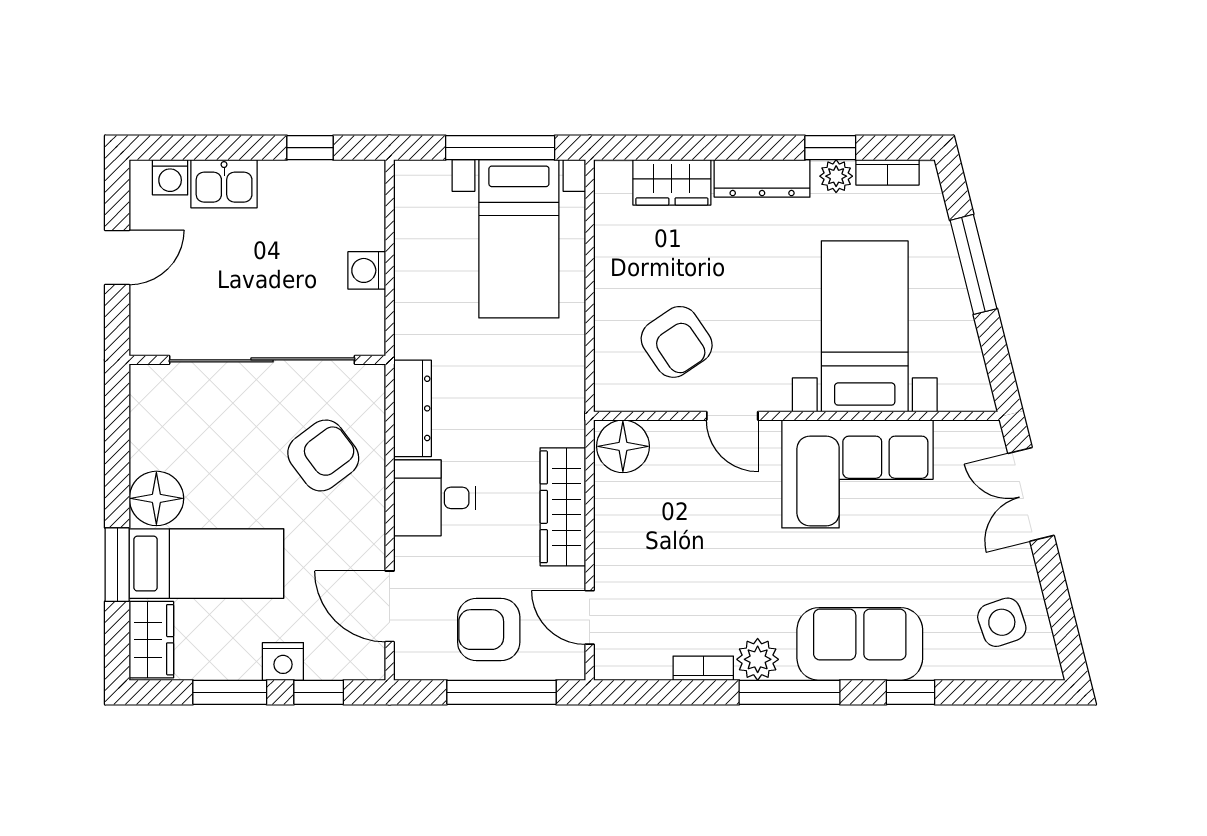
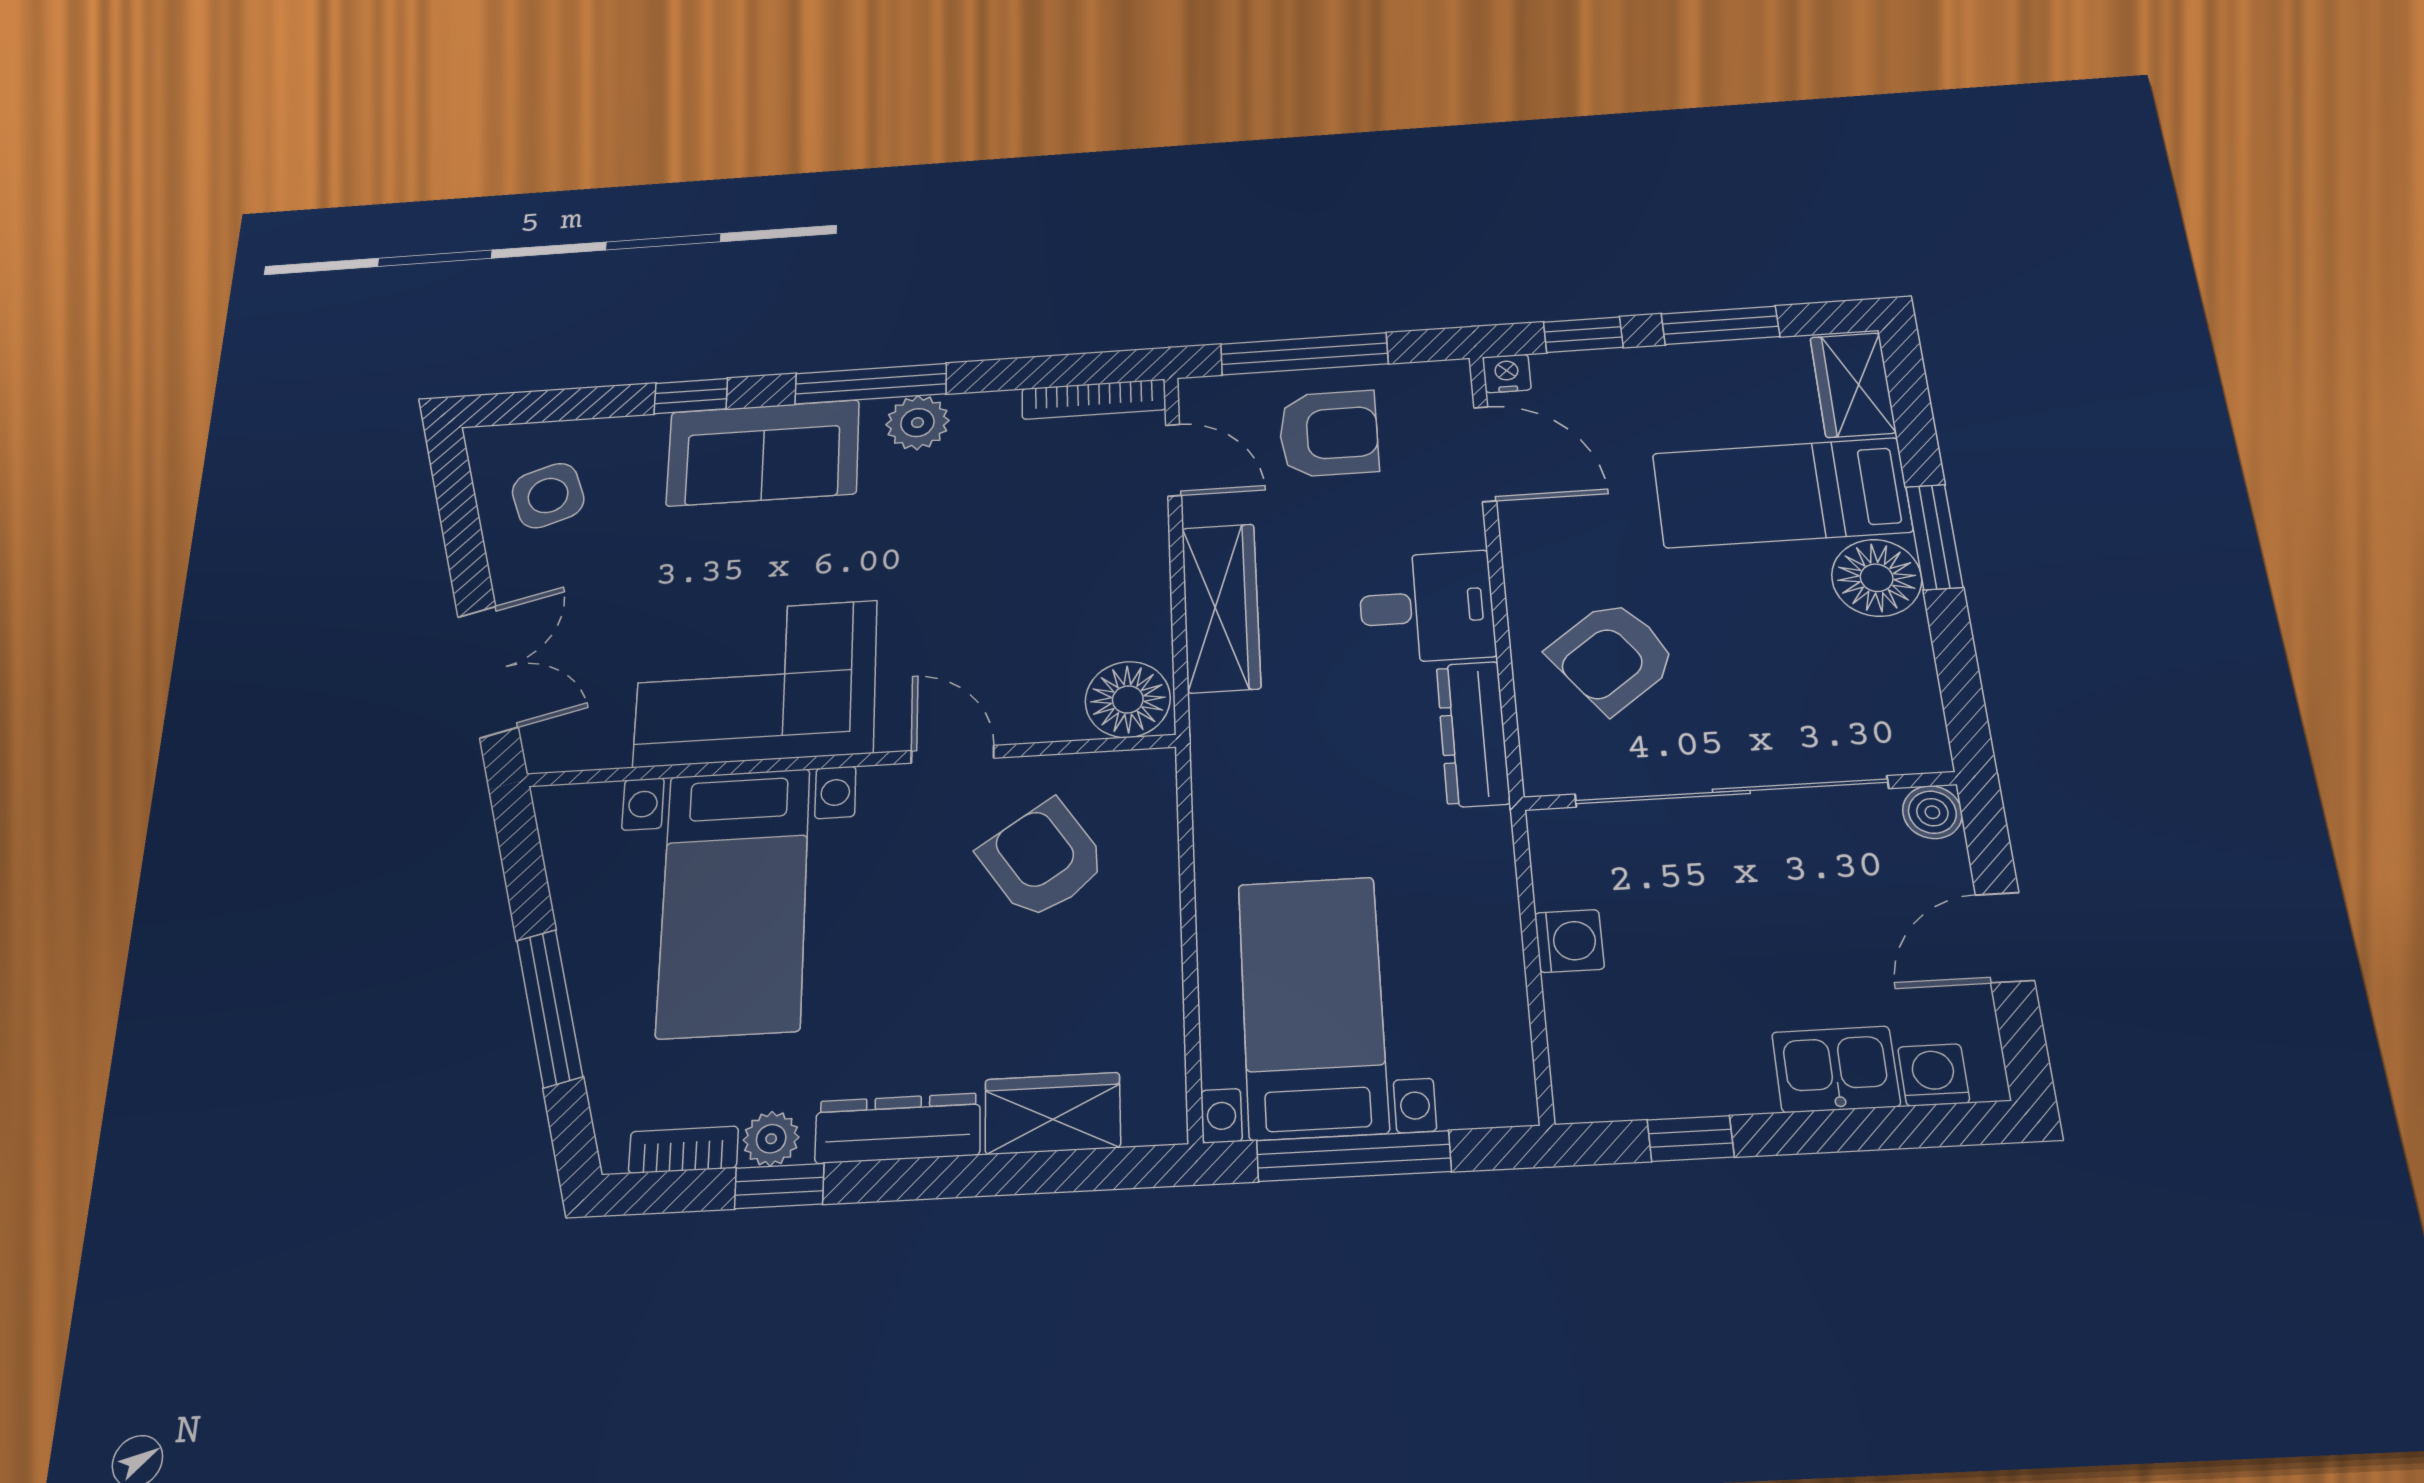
boiler: (146, 339) -> (1932, 812), added
window: (117, 565) -> (1934, 537), moved
nightstand: (283, 661) -> (1507, 373), moved, width x0.72, depth x0.74
bookcase: (703, 668) -> (1094, 399), moved, width x1.56

